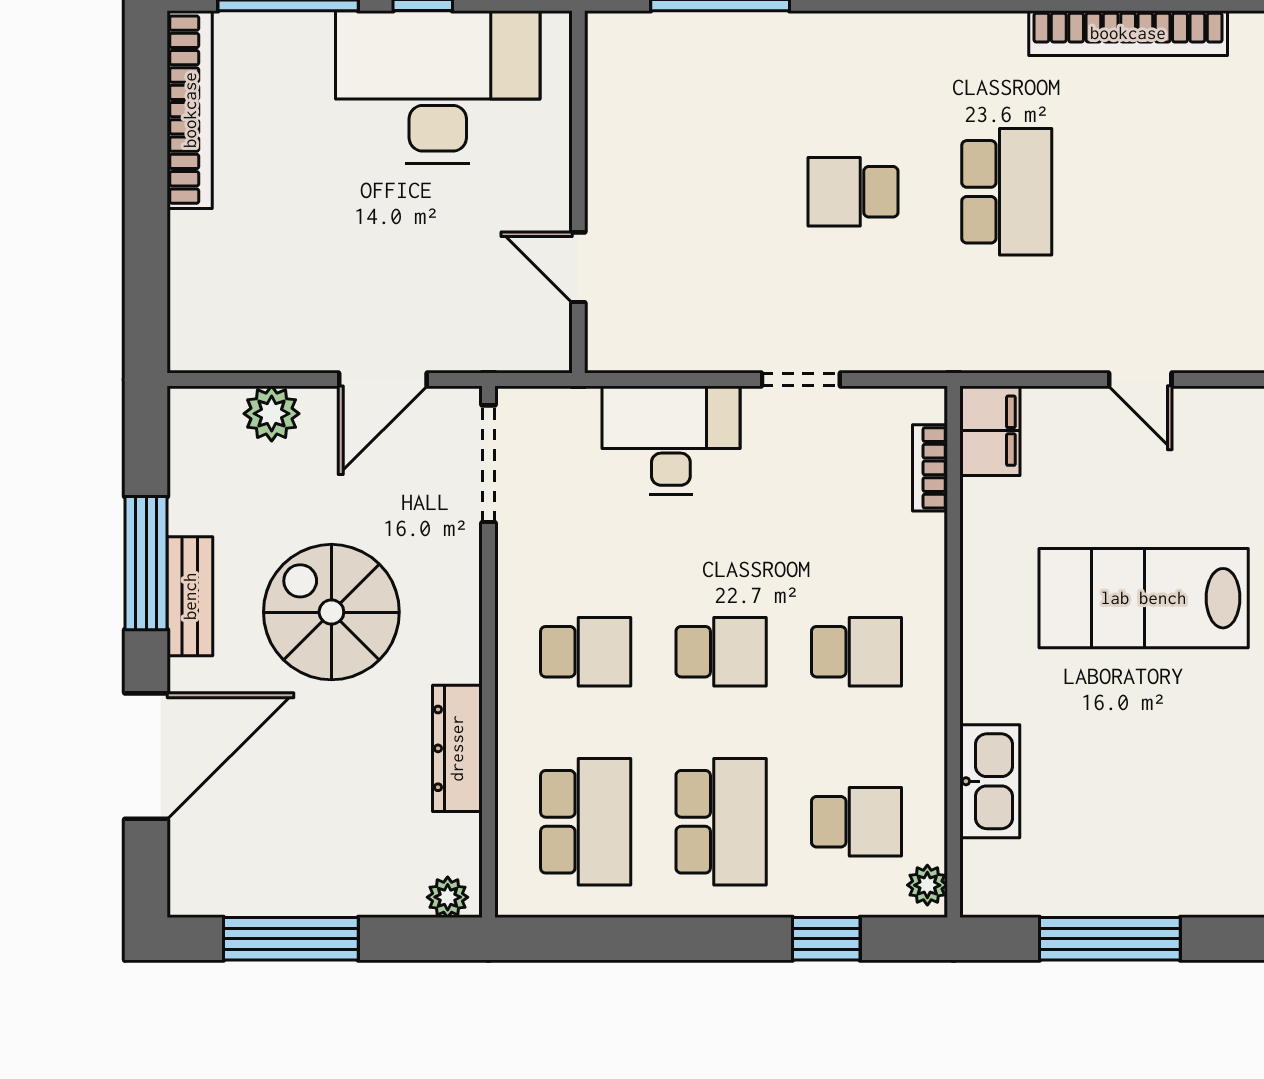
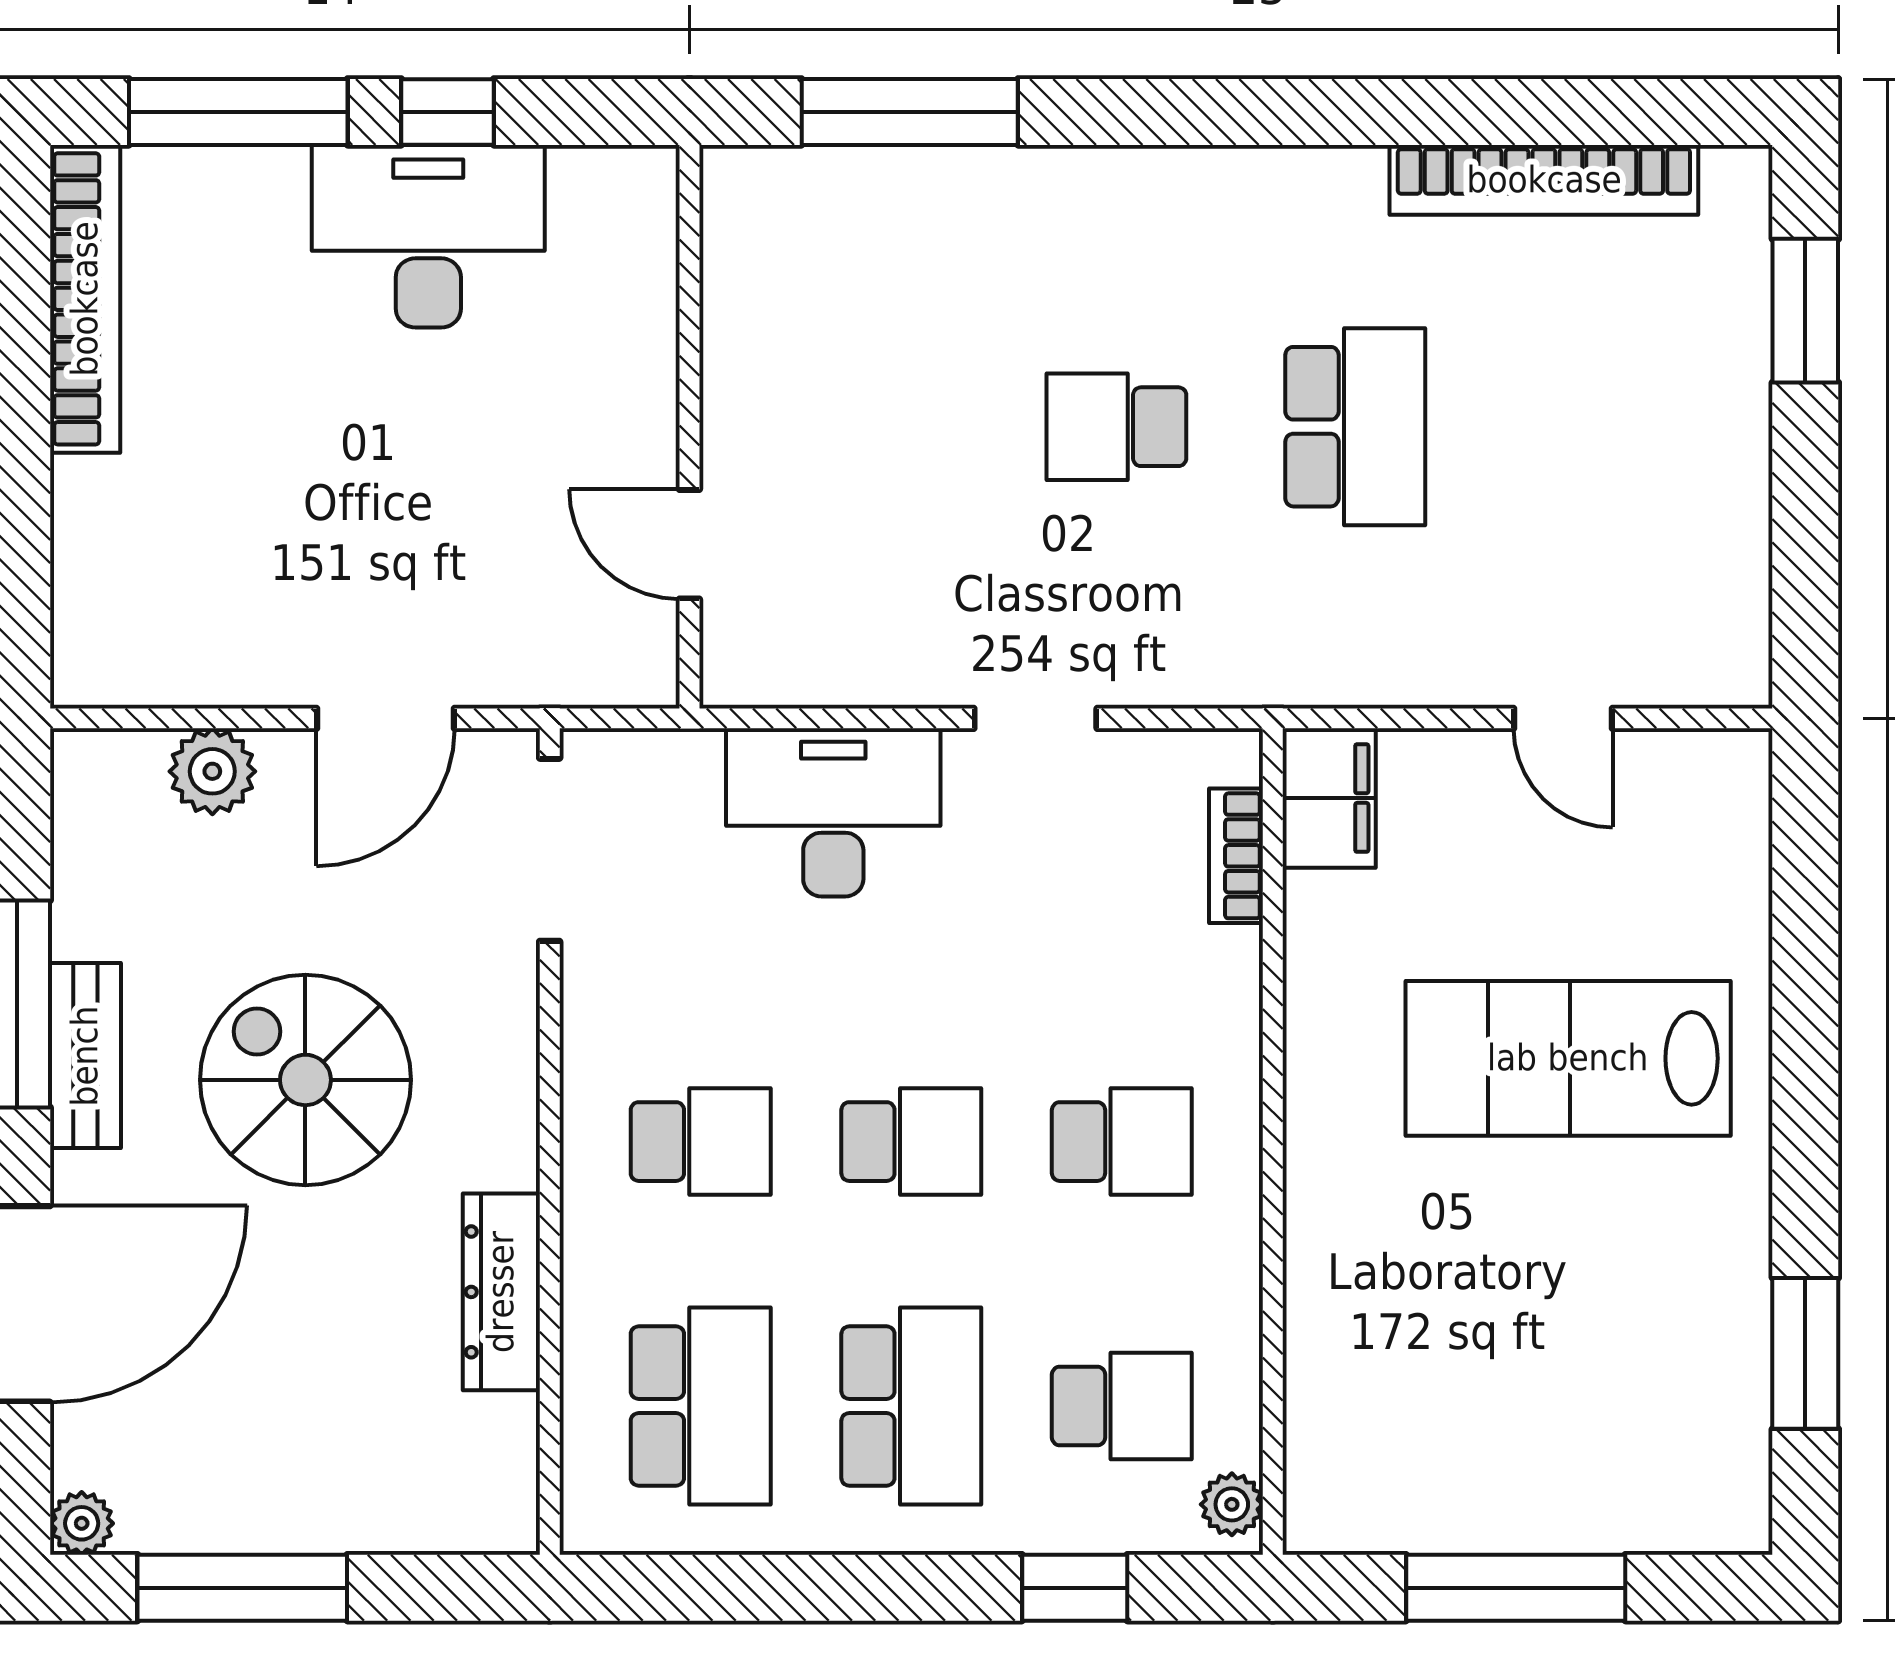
desk: (438, 87) -> (428, 236), width x0.73, depth x0.77
kitchen sink: (990, 781) -> (1329, 1343), removed
plant: (448, 897) -> (82, 1523), moved

